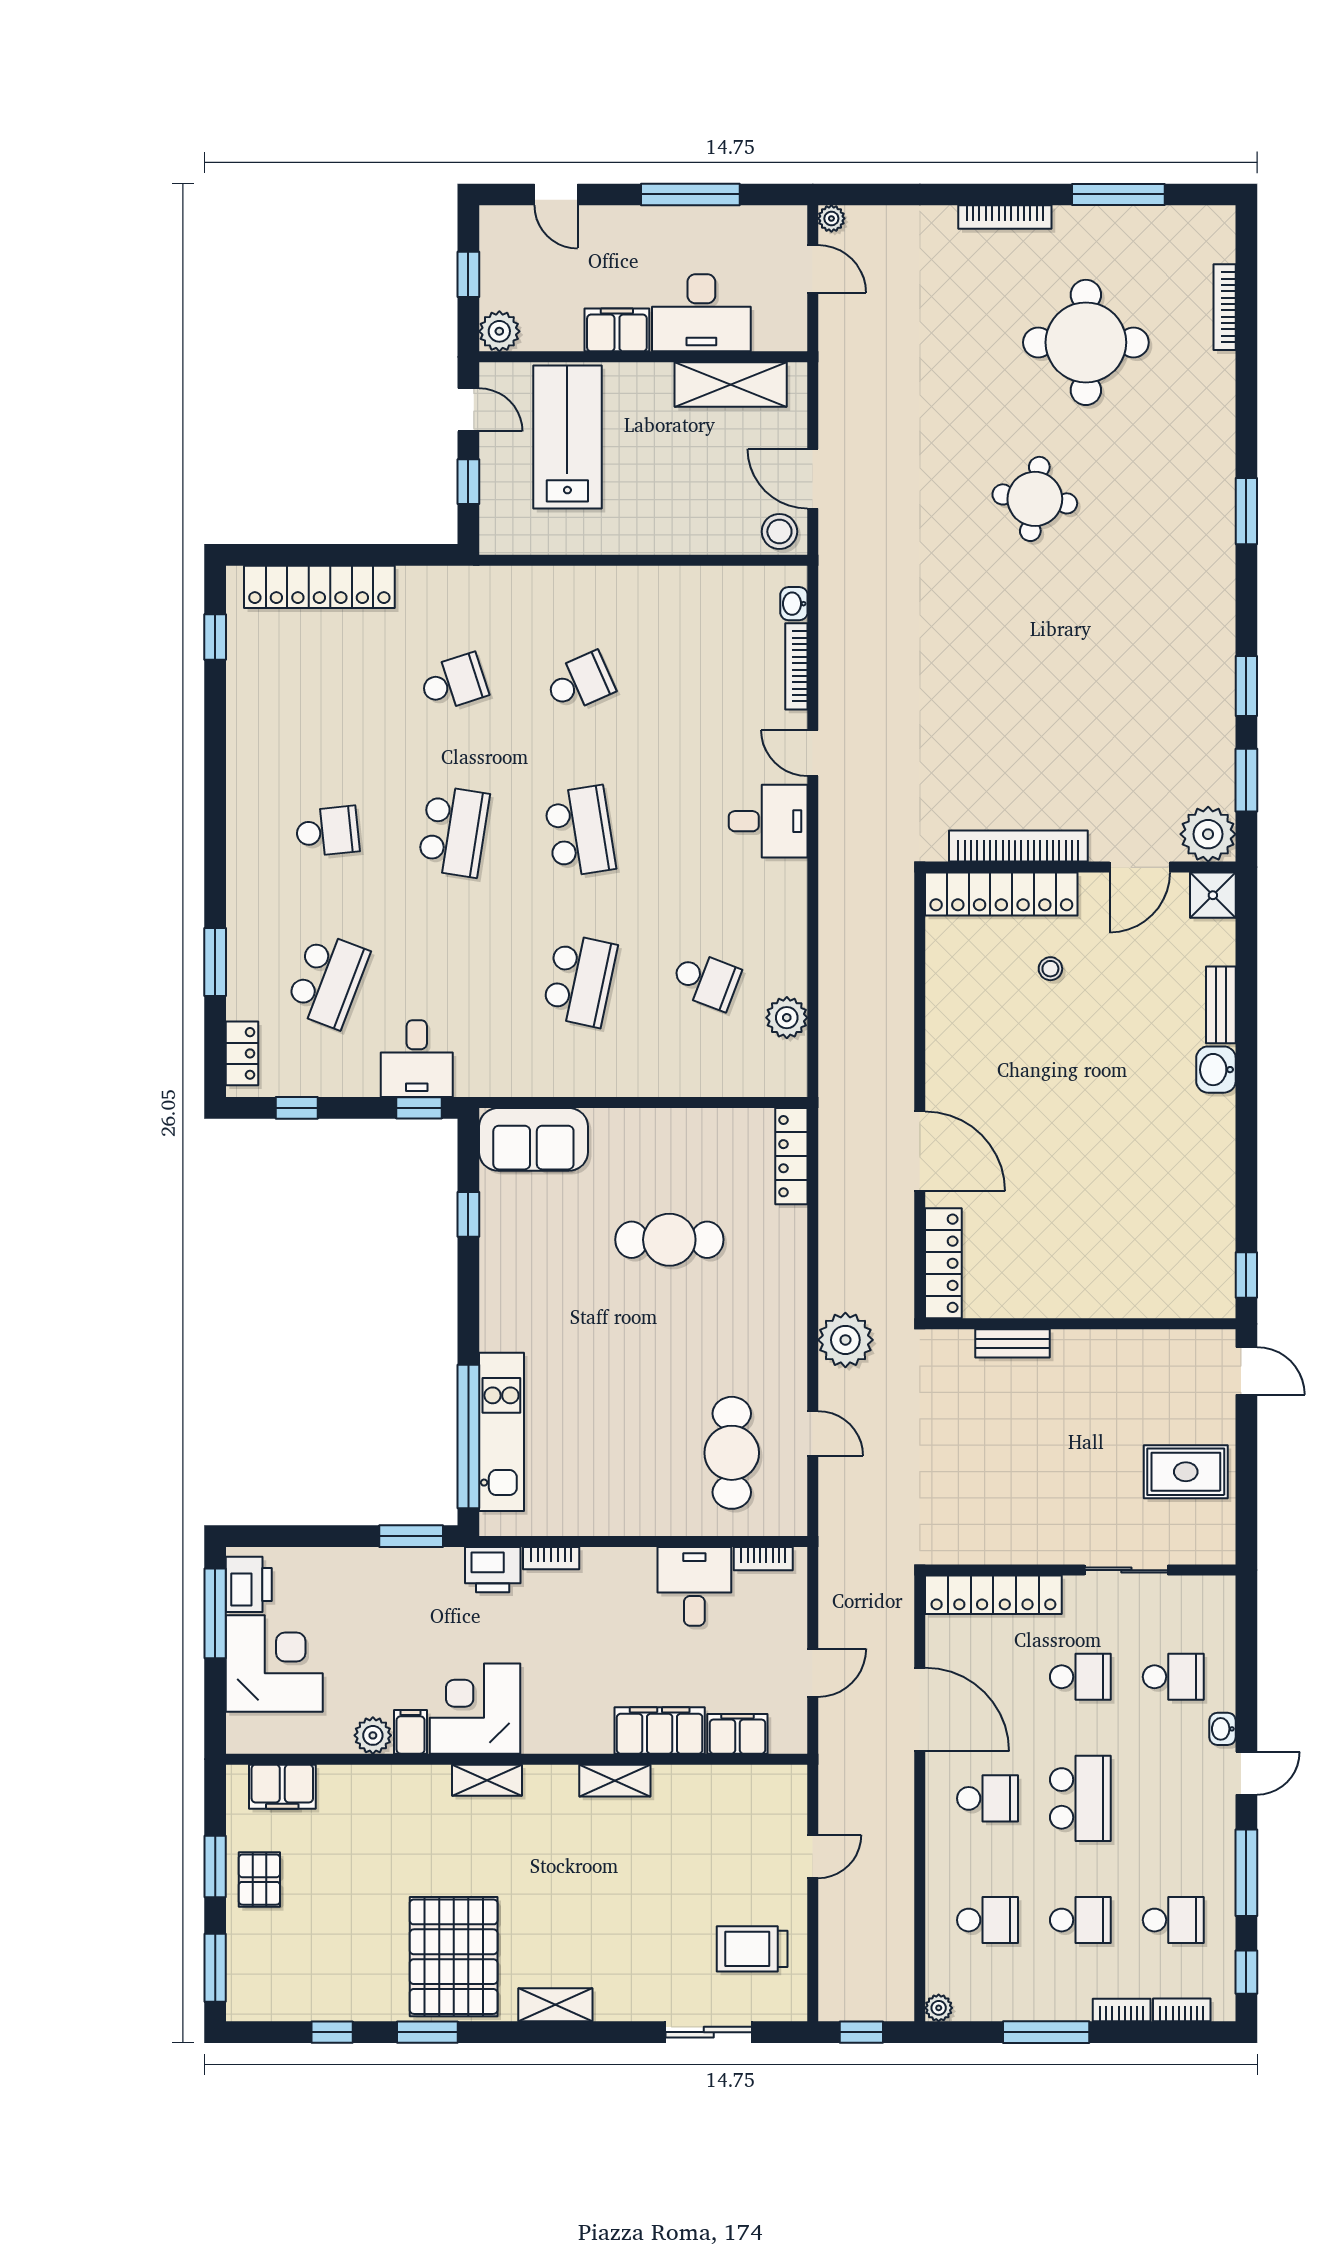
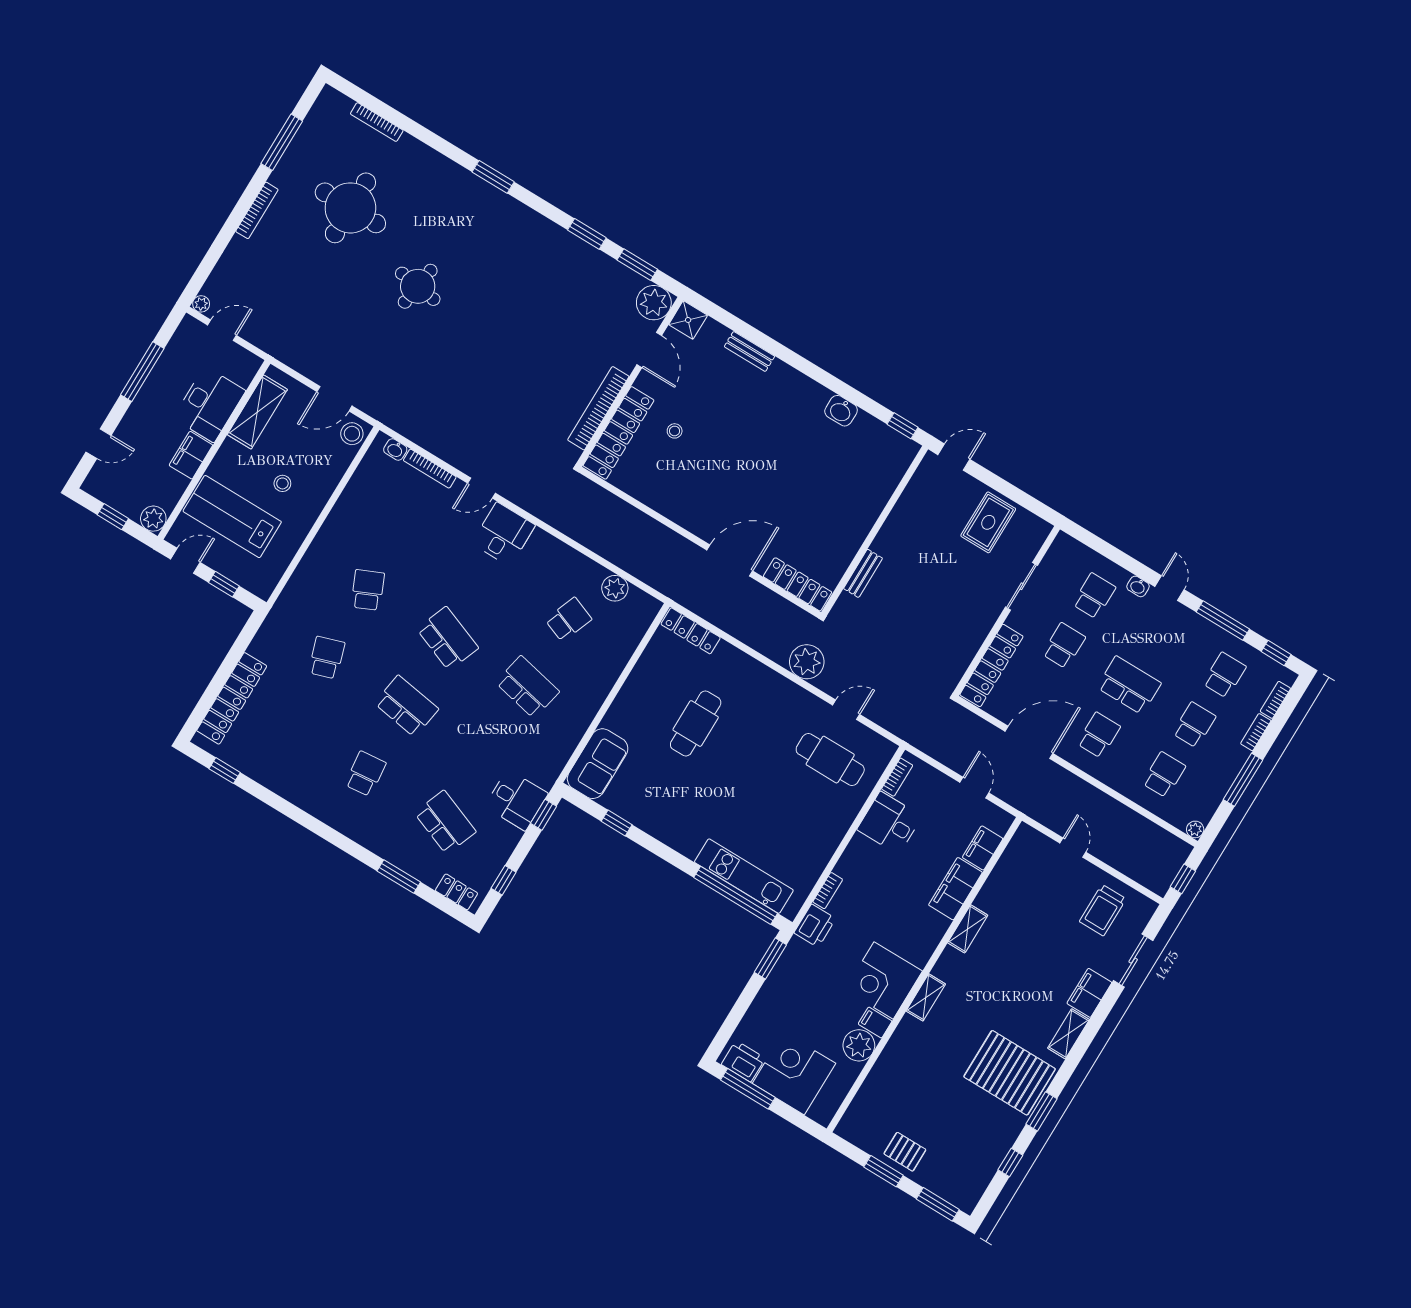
stool: (654, 478) -> (282, 483), added
school desk: (580, 831) -> (448, 639), turned 30
washbasin: (1216, 1070) -> (841, 411), moved
plant: (373, 1735) -> (859, 1045), width x1.36, depth x1.36
filing cabinet: (282, 1787) -> (1089, 993), moved, turned 180

